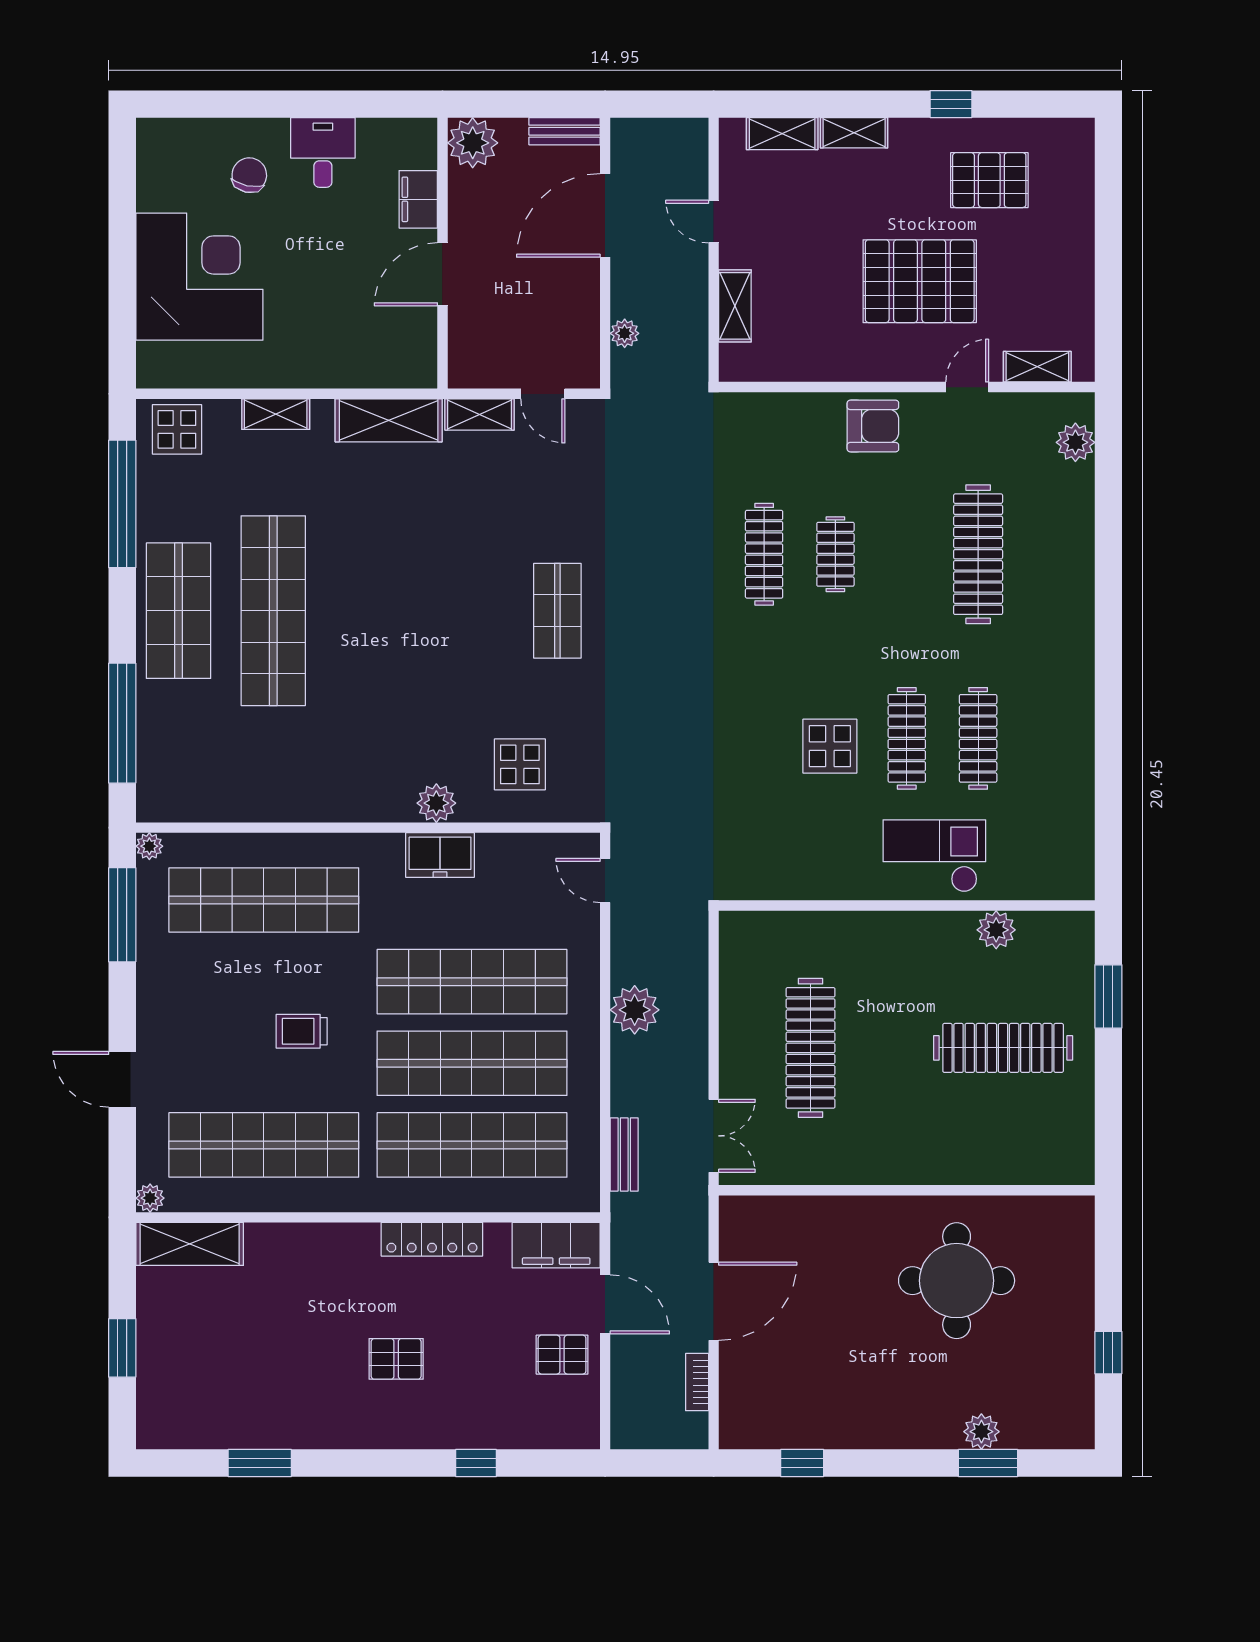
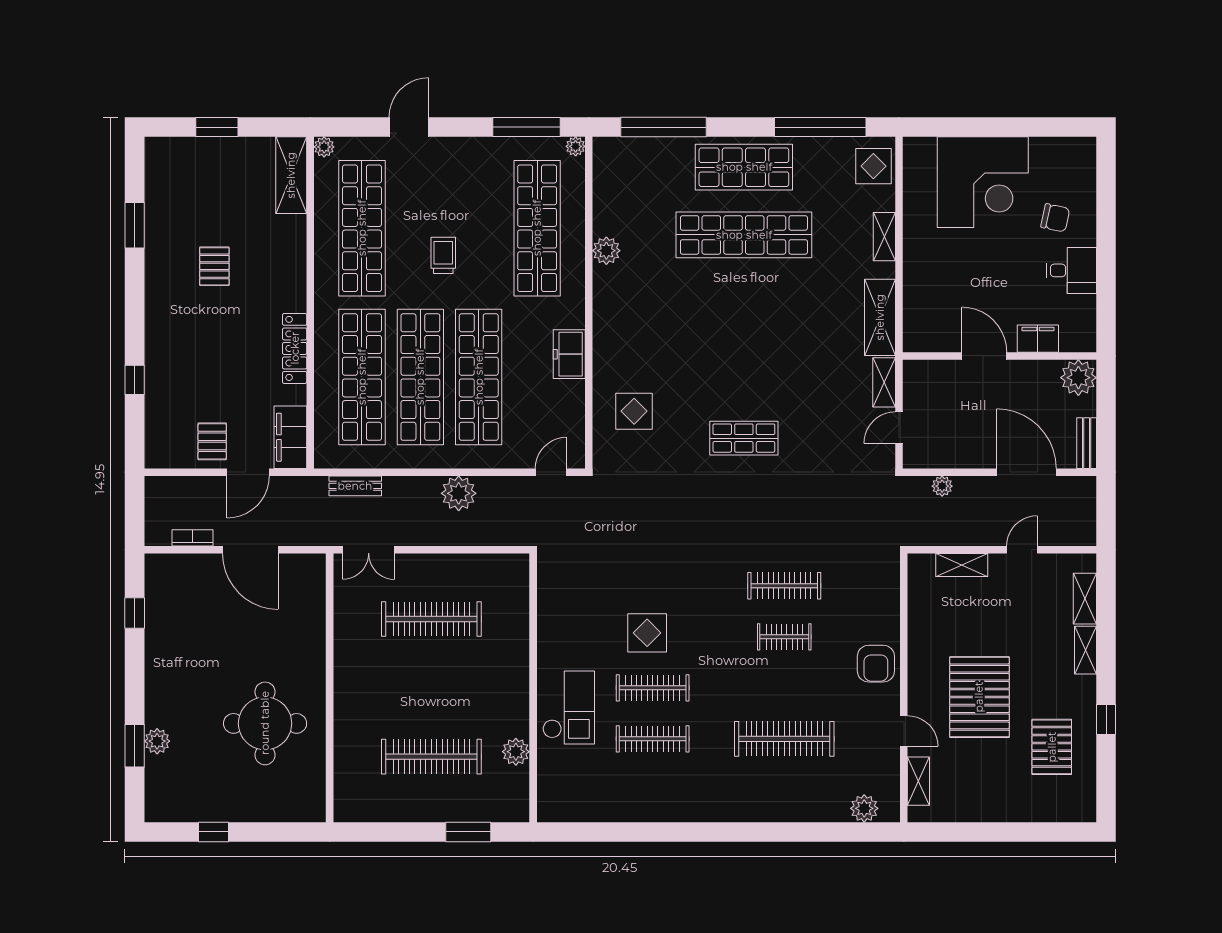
plant: (436, 803) -> (606, 251), moved
clothes rail: (1003, 1048) -> (431, 757), turned 90
pallet: (396, 1359) -> (214, 266), moved

